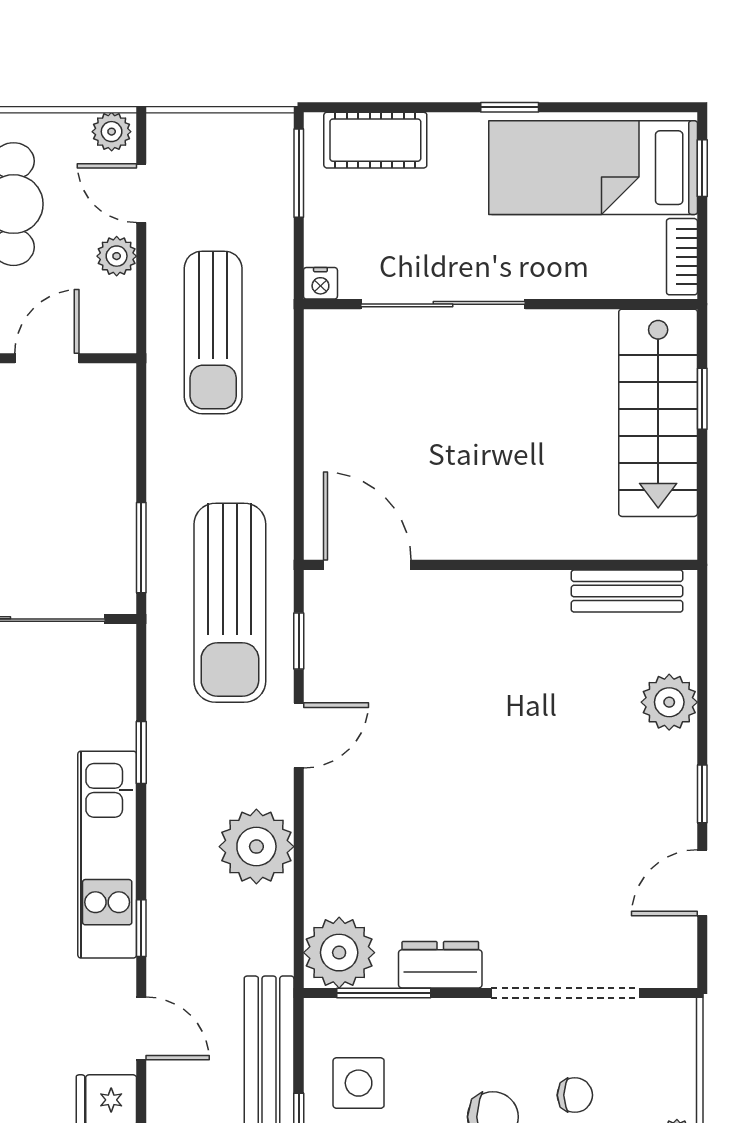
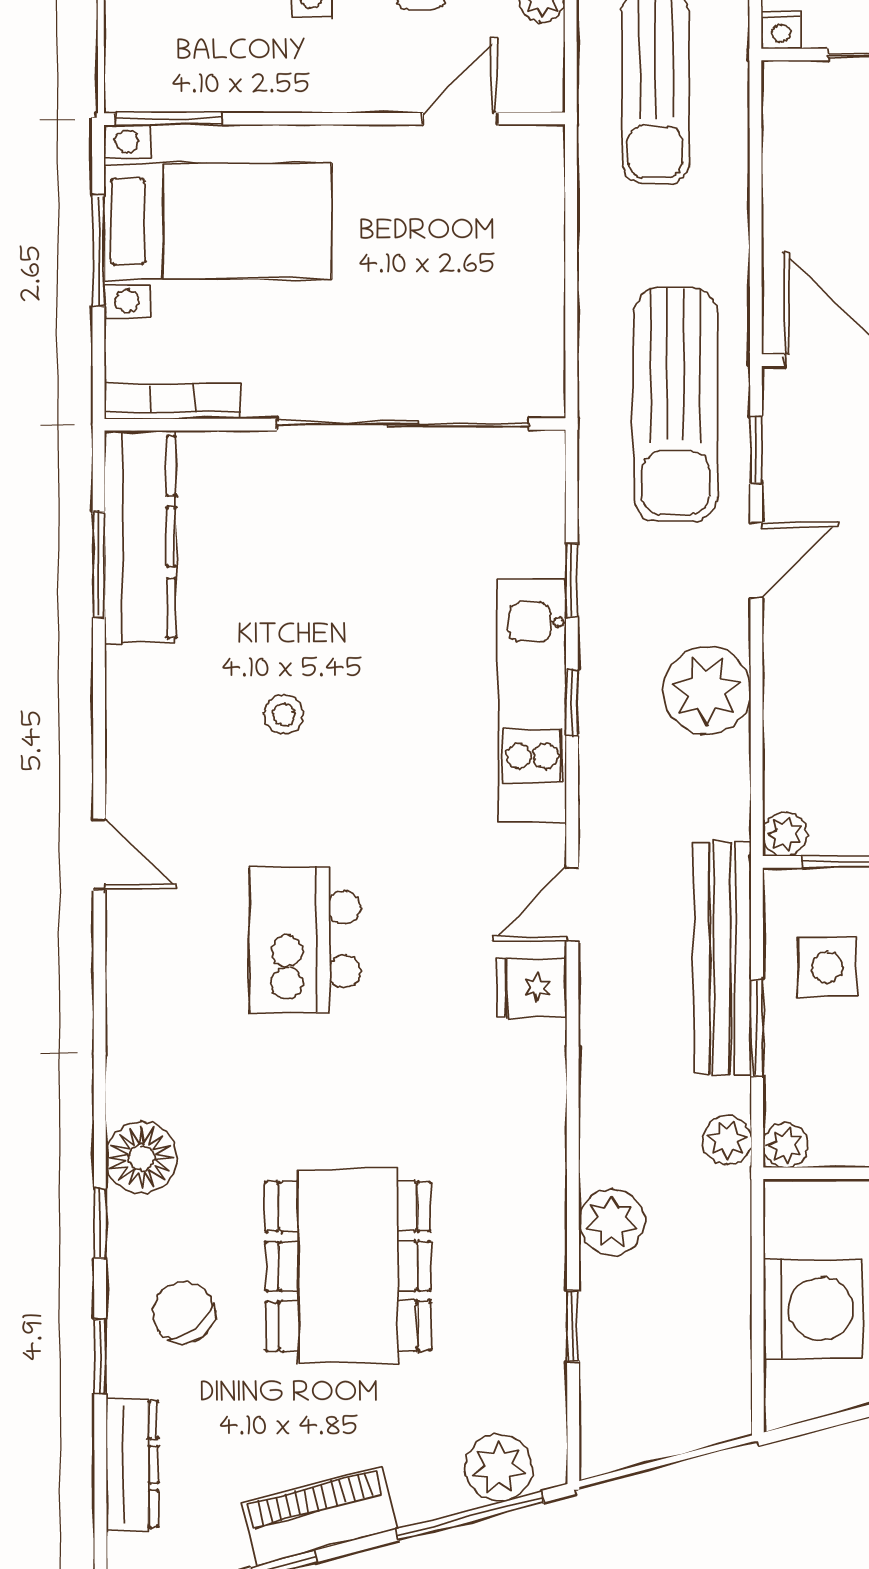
window: (141, 548) -> (571, 340), removed
window: (141, 928) -> (572, 703), moved
plant: (339, 953) -> (785, 834), width x0.53, depth x0.53
door: (141, 1028) -> (572, 904), swing flipped

